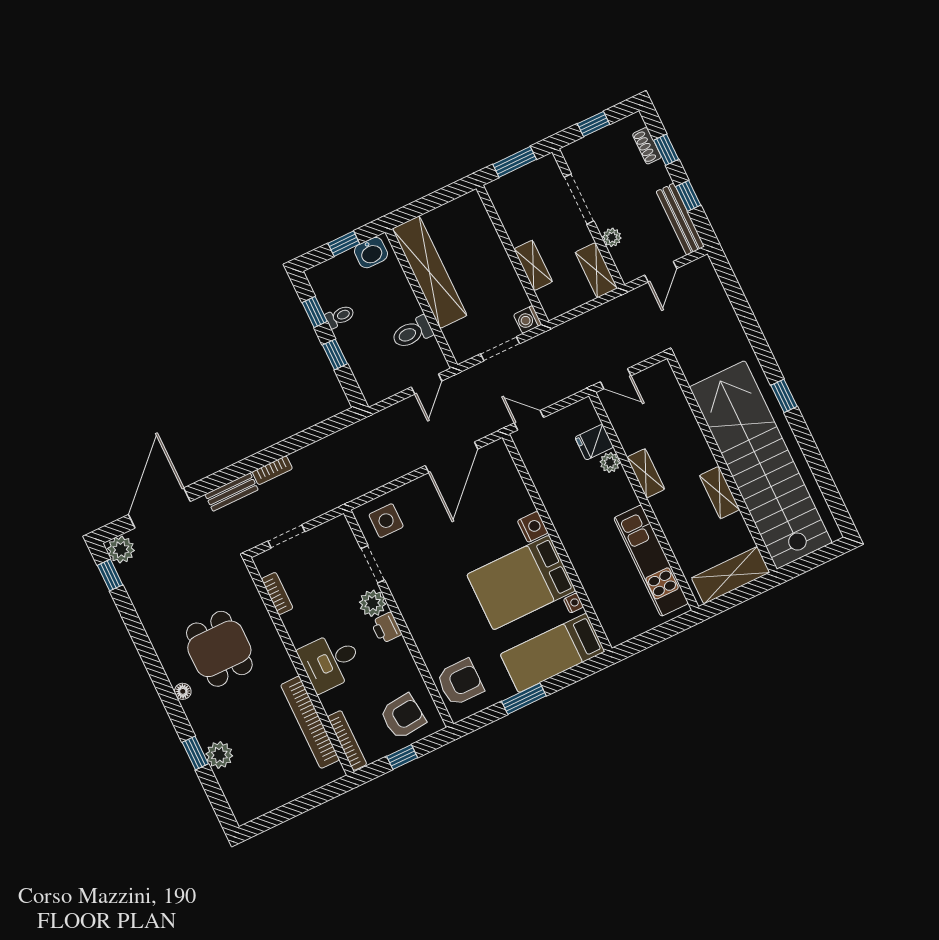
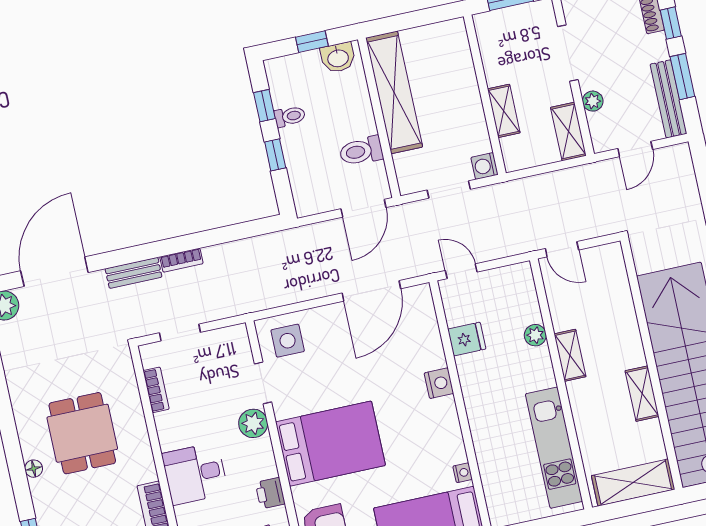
window: (688, 196) -> (682, 77), width x1.50
door: (427, 384) -> (363, 208), width x1.38
fridge: (594, 442) -> (467, 339), moved, turned 180
bed: (521, 583) -> (330, 444), moved, turned 180
printer: (386, 628) -> (270, 493), moved

